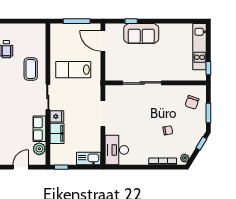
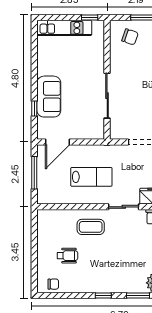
lab bench: (73, 70) -> (91, 177), turned -90

